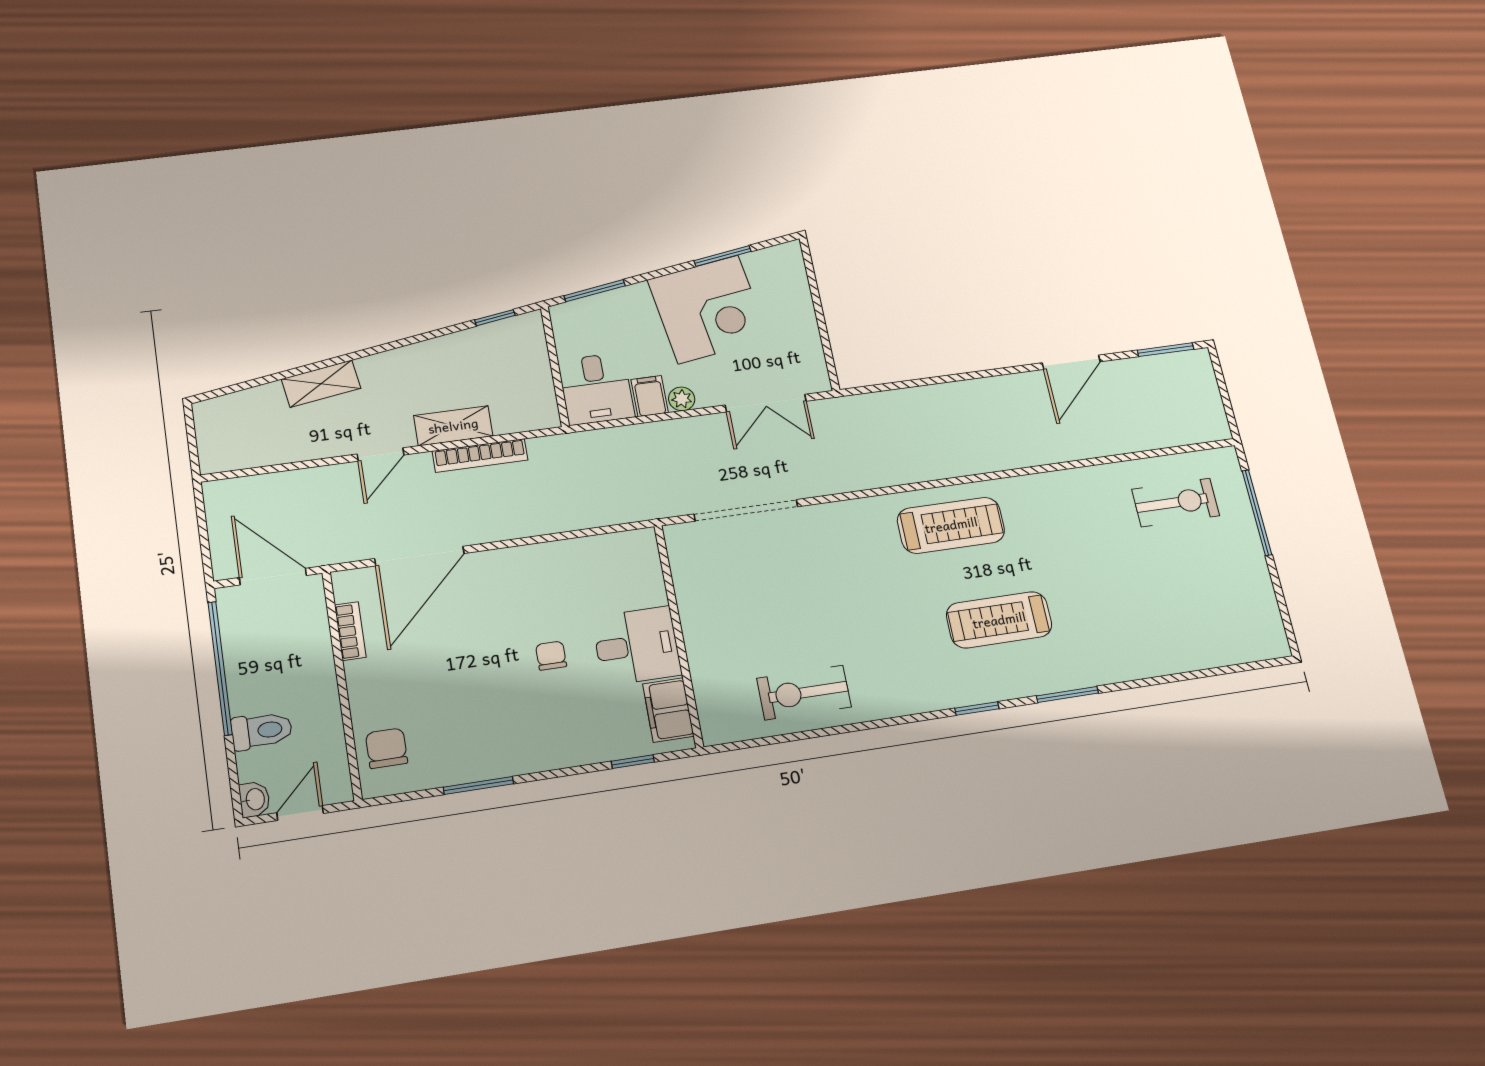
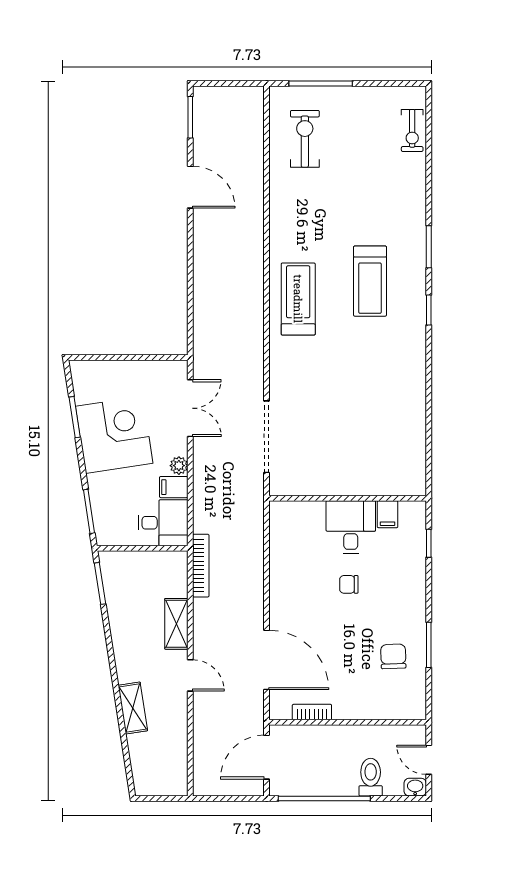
window: (495, 318) -> (100, 583), width x1.50
bookcase: (480, 456) -> (201, 566), moved
exercise bike: (804, 693) -> (412, 130), moved, width x0.73, depth x0.72
filing cabinet: (668, 710) -> (388, 514), width x0.50
chair: (387, 748) -> (393, 656), moved, turned 88

